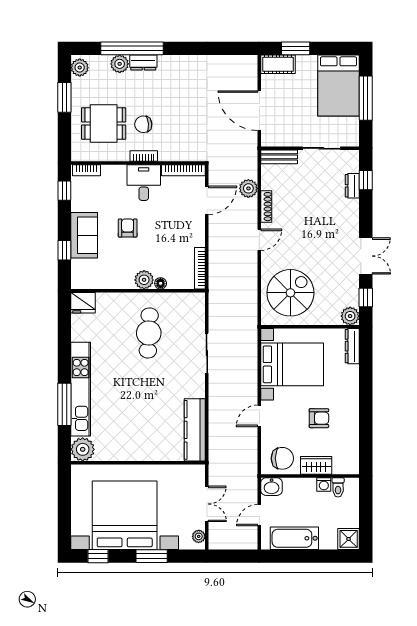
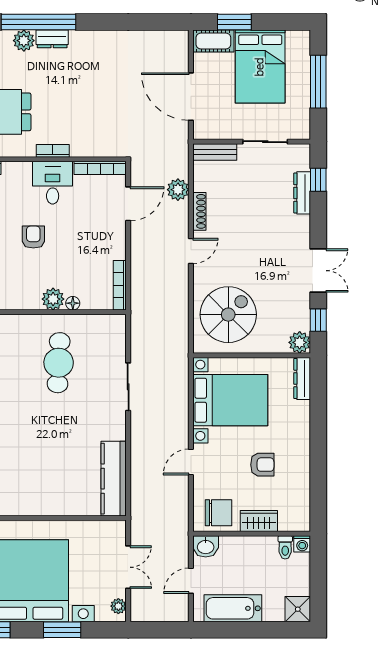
bed: (338, 86) -> (260, 67), moved
chair: (143, 124) -> (52, 113), removed
dresser: (352, 186) -> (302, 193), width x1.44
washing machine: (324, 484) -> (302, 544), moved

